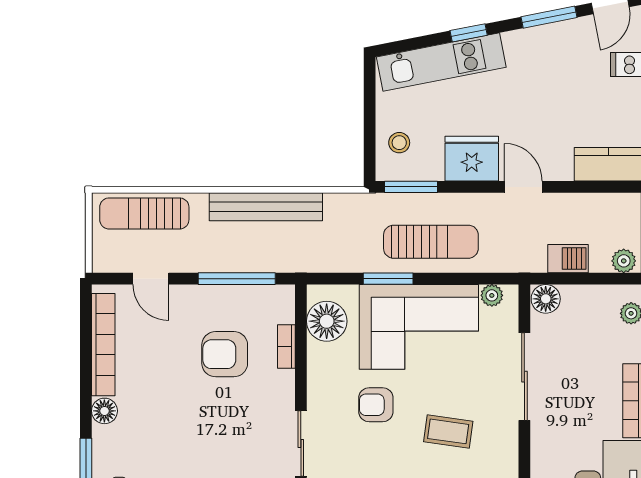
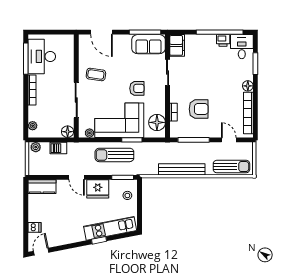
window: (549, 17) -> (66, 247), removed
coffee table: (448, 431) -> (96, 74), moved

